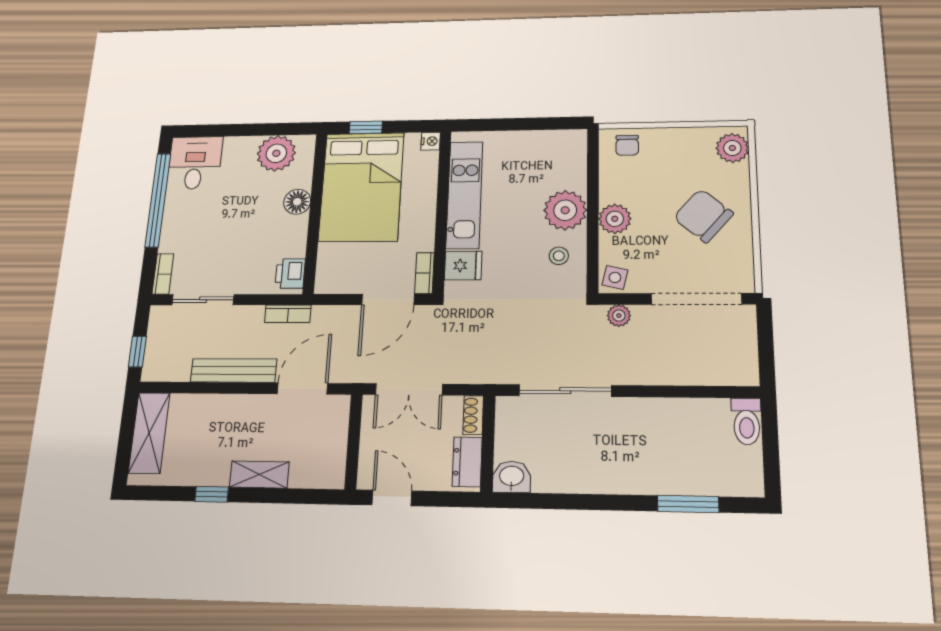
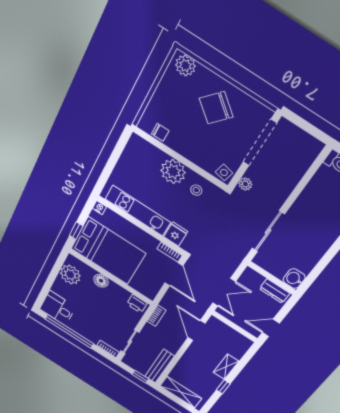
chair: (627, 145) -> (160, 132), moved
plant: (615, 219) -> (192, 152), removed
bench: (234, 370) -> (159, 366), moved
shoe rack: (473, 415) -> (254, 275), removed

